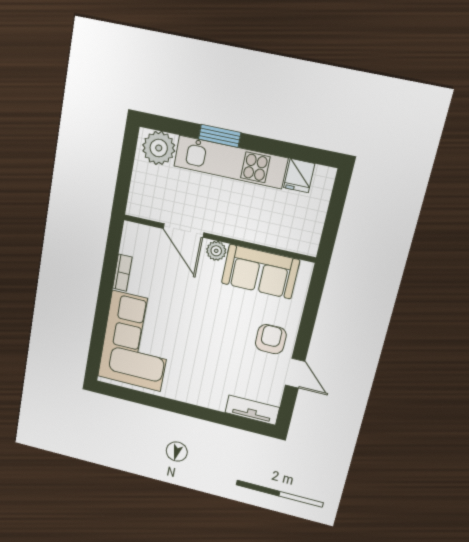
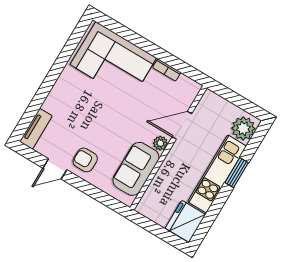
fridge: (299, 176) -> (185, 221), width x1.88, depth x1.34
armchair: (271, 339) -> (85, 160), turned 180

